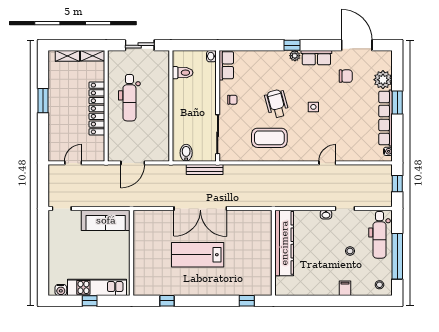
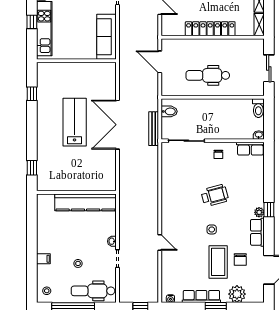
toilet: (183, 73) -> (258, 108), moved
dental chair: (129, 98) -> (208, 75), moved
row of seats: (386, 118) -> (201, 296), width x0.73
coffee table: (269, 138) -> (218, 262), moved

